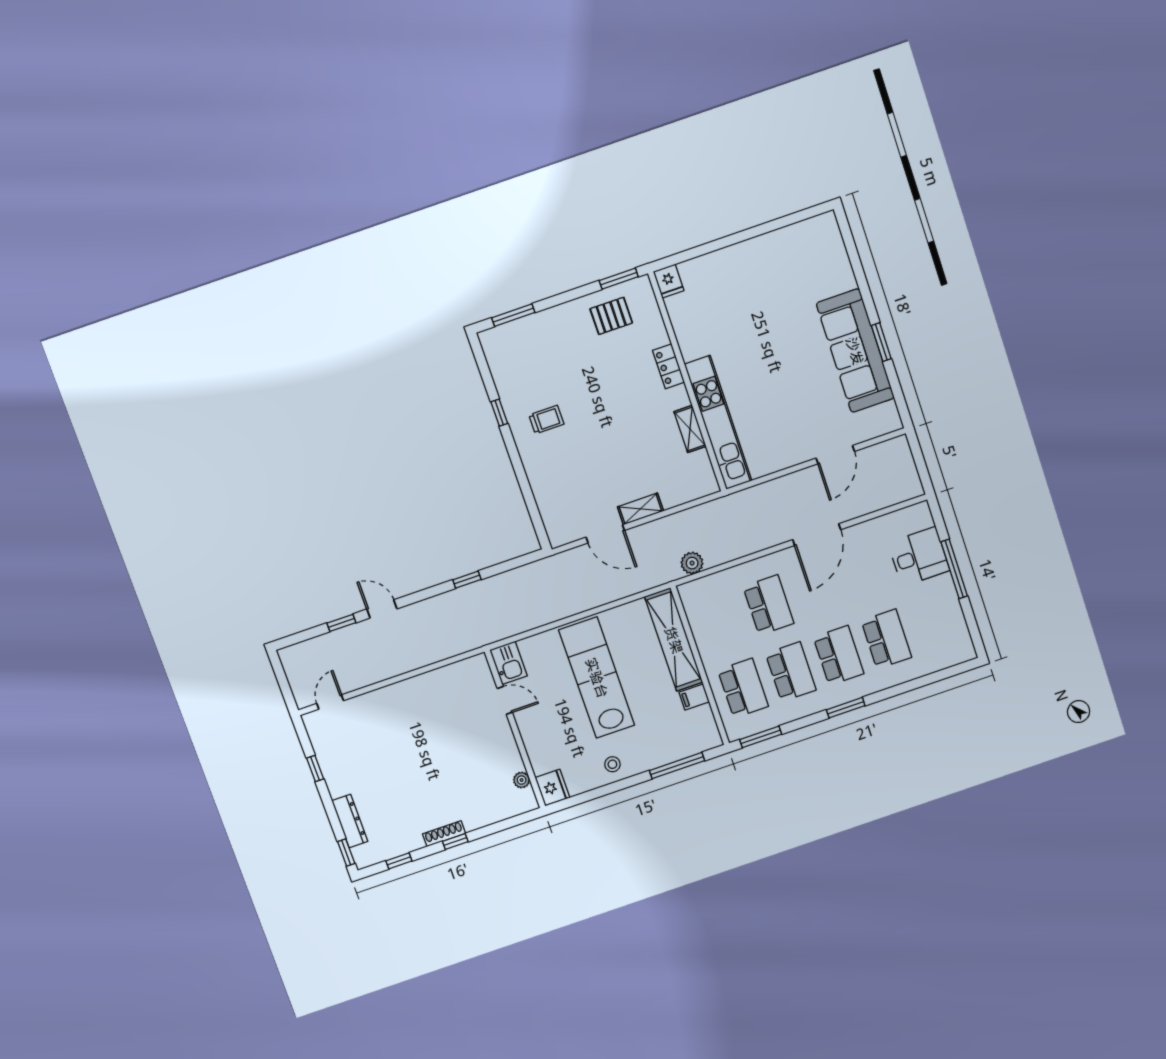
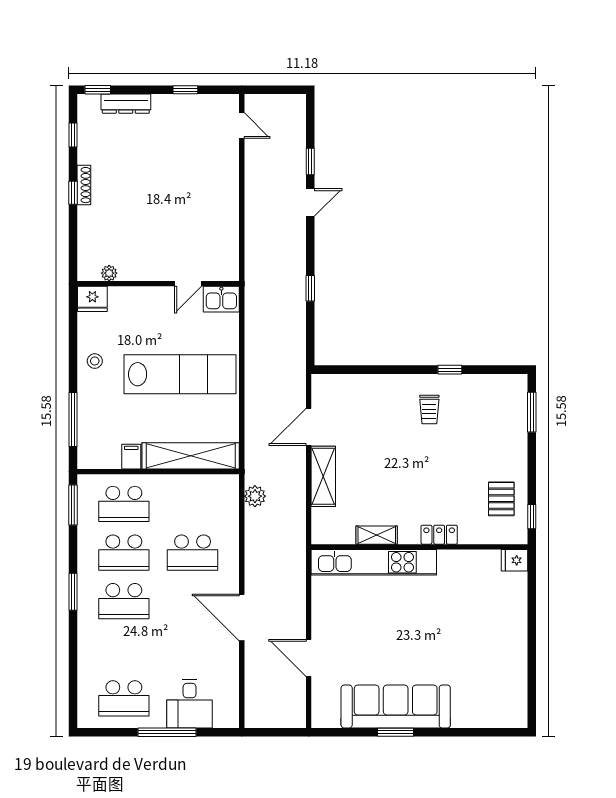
window: (619, 279) -> (532, 517), width x0.67
shelving: (640, 509) -> (323, 476), width x1.50, depth x1.33
school desk: (886, 639) -> (124, 698), moved

